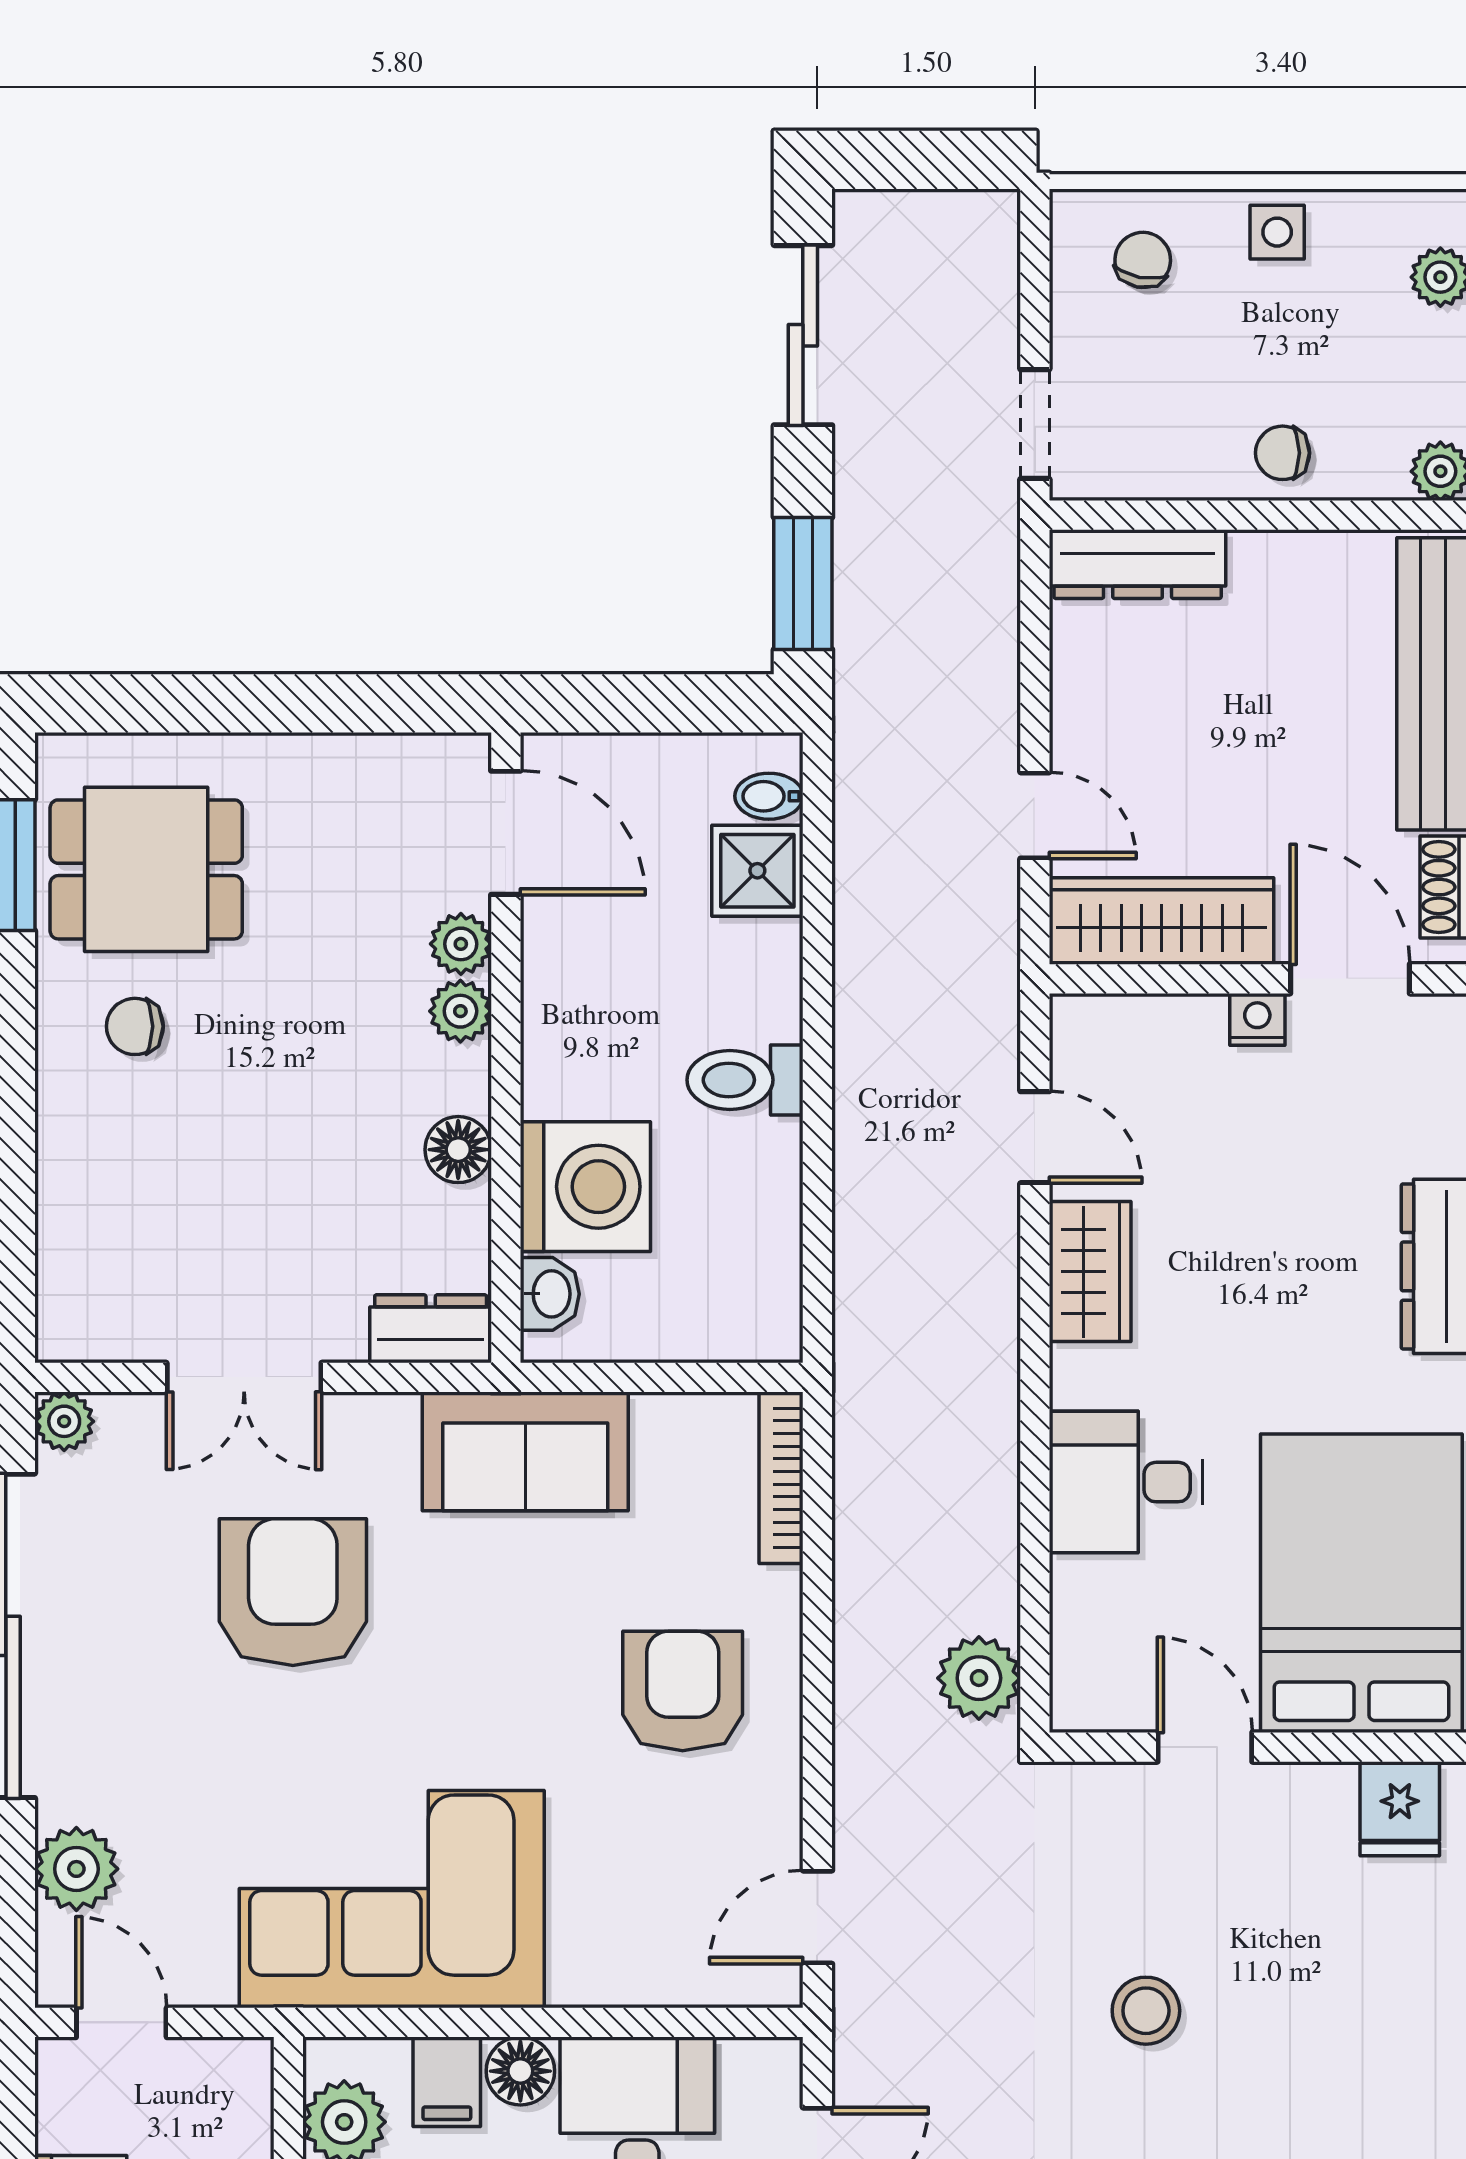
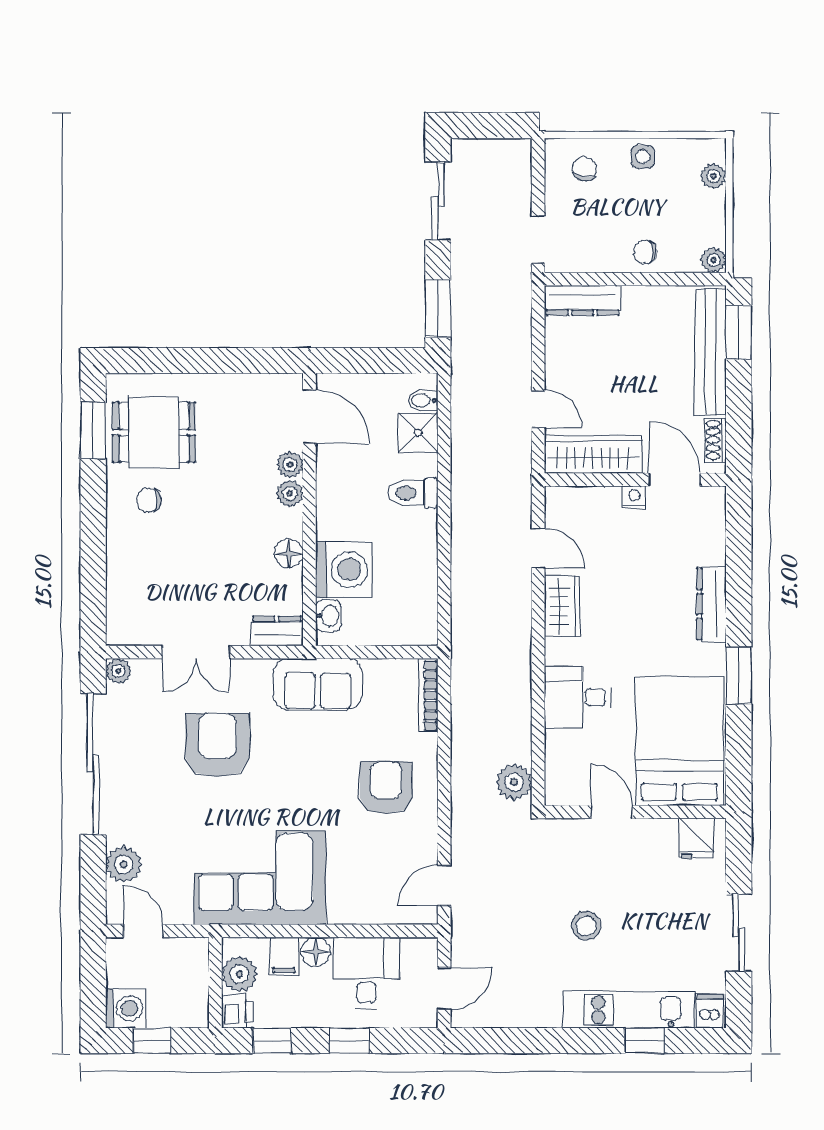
toilet: (745, 1080) -> (413, 493), moved

